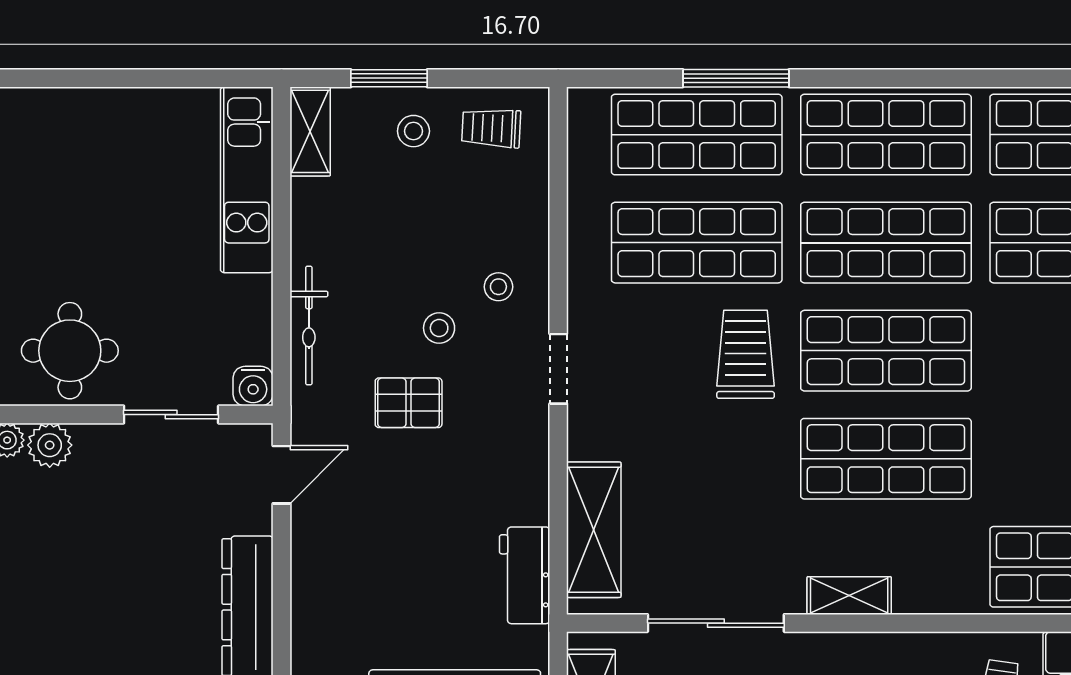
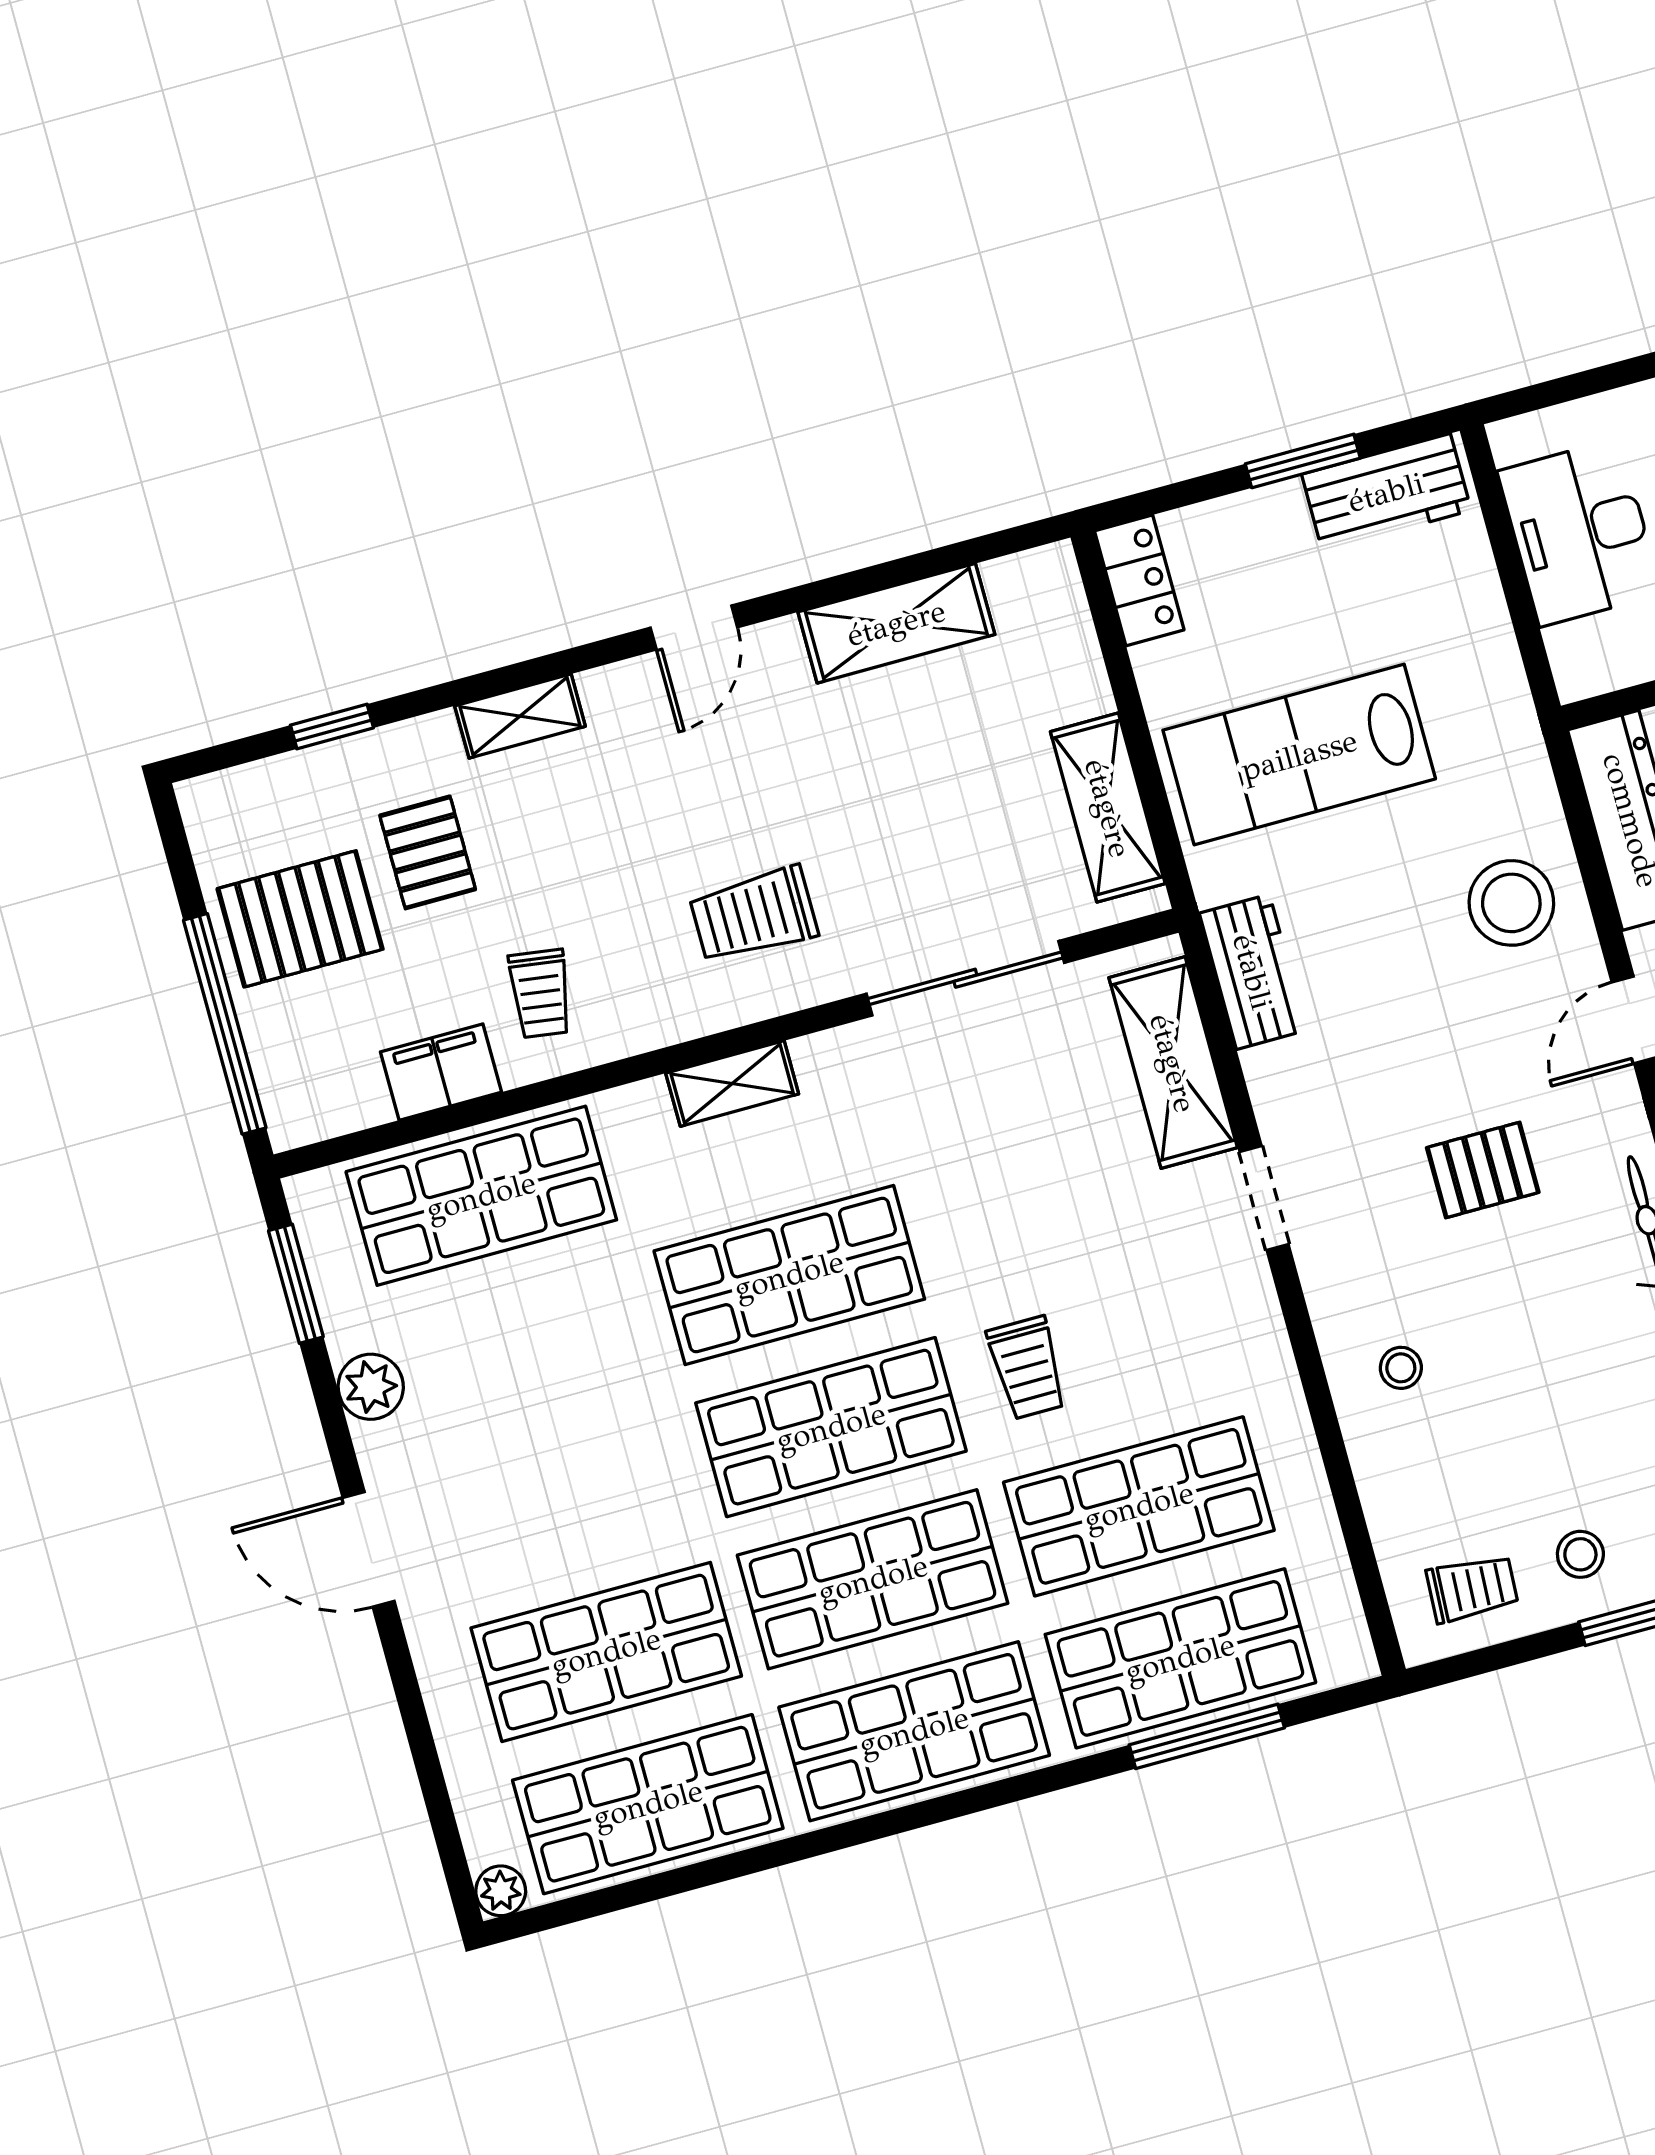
window: (736, 78) -> (1207, 1736), moved
stool: (439, 328) -> (1511, 903), moved, width x1.89, depth x1.89
trolley: (746, 354) -> (1027, 1368), width x0.73, depth x0.72
doorway: (558, 369) -> (1264, 1198), moved
shelving: (849, 596) -> (732, 1084), moved

